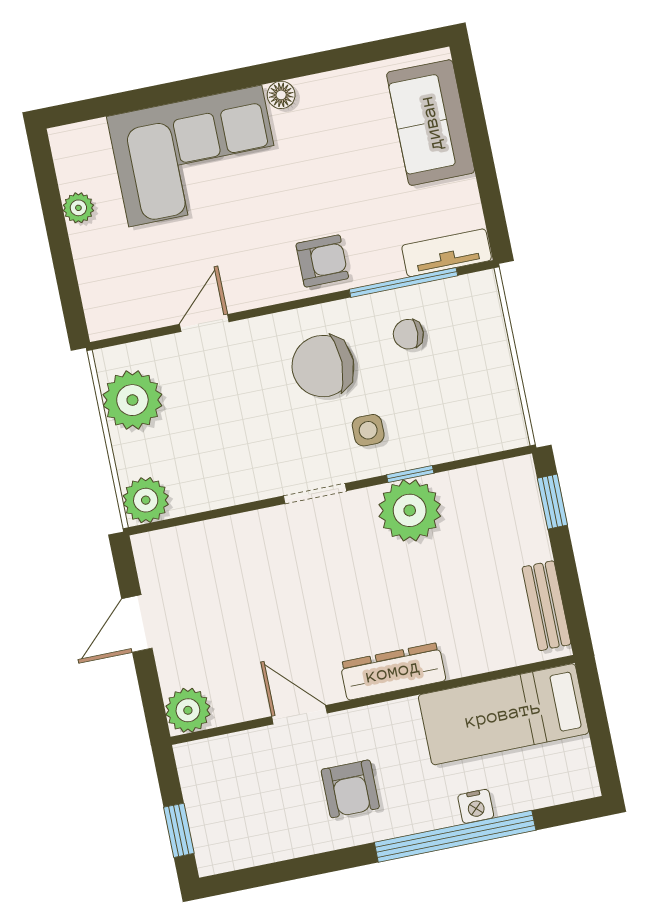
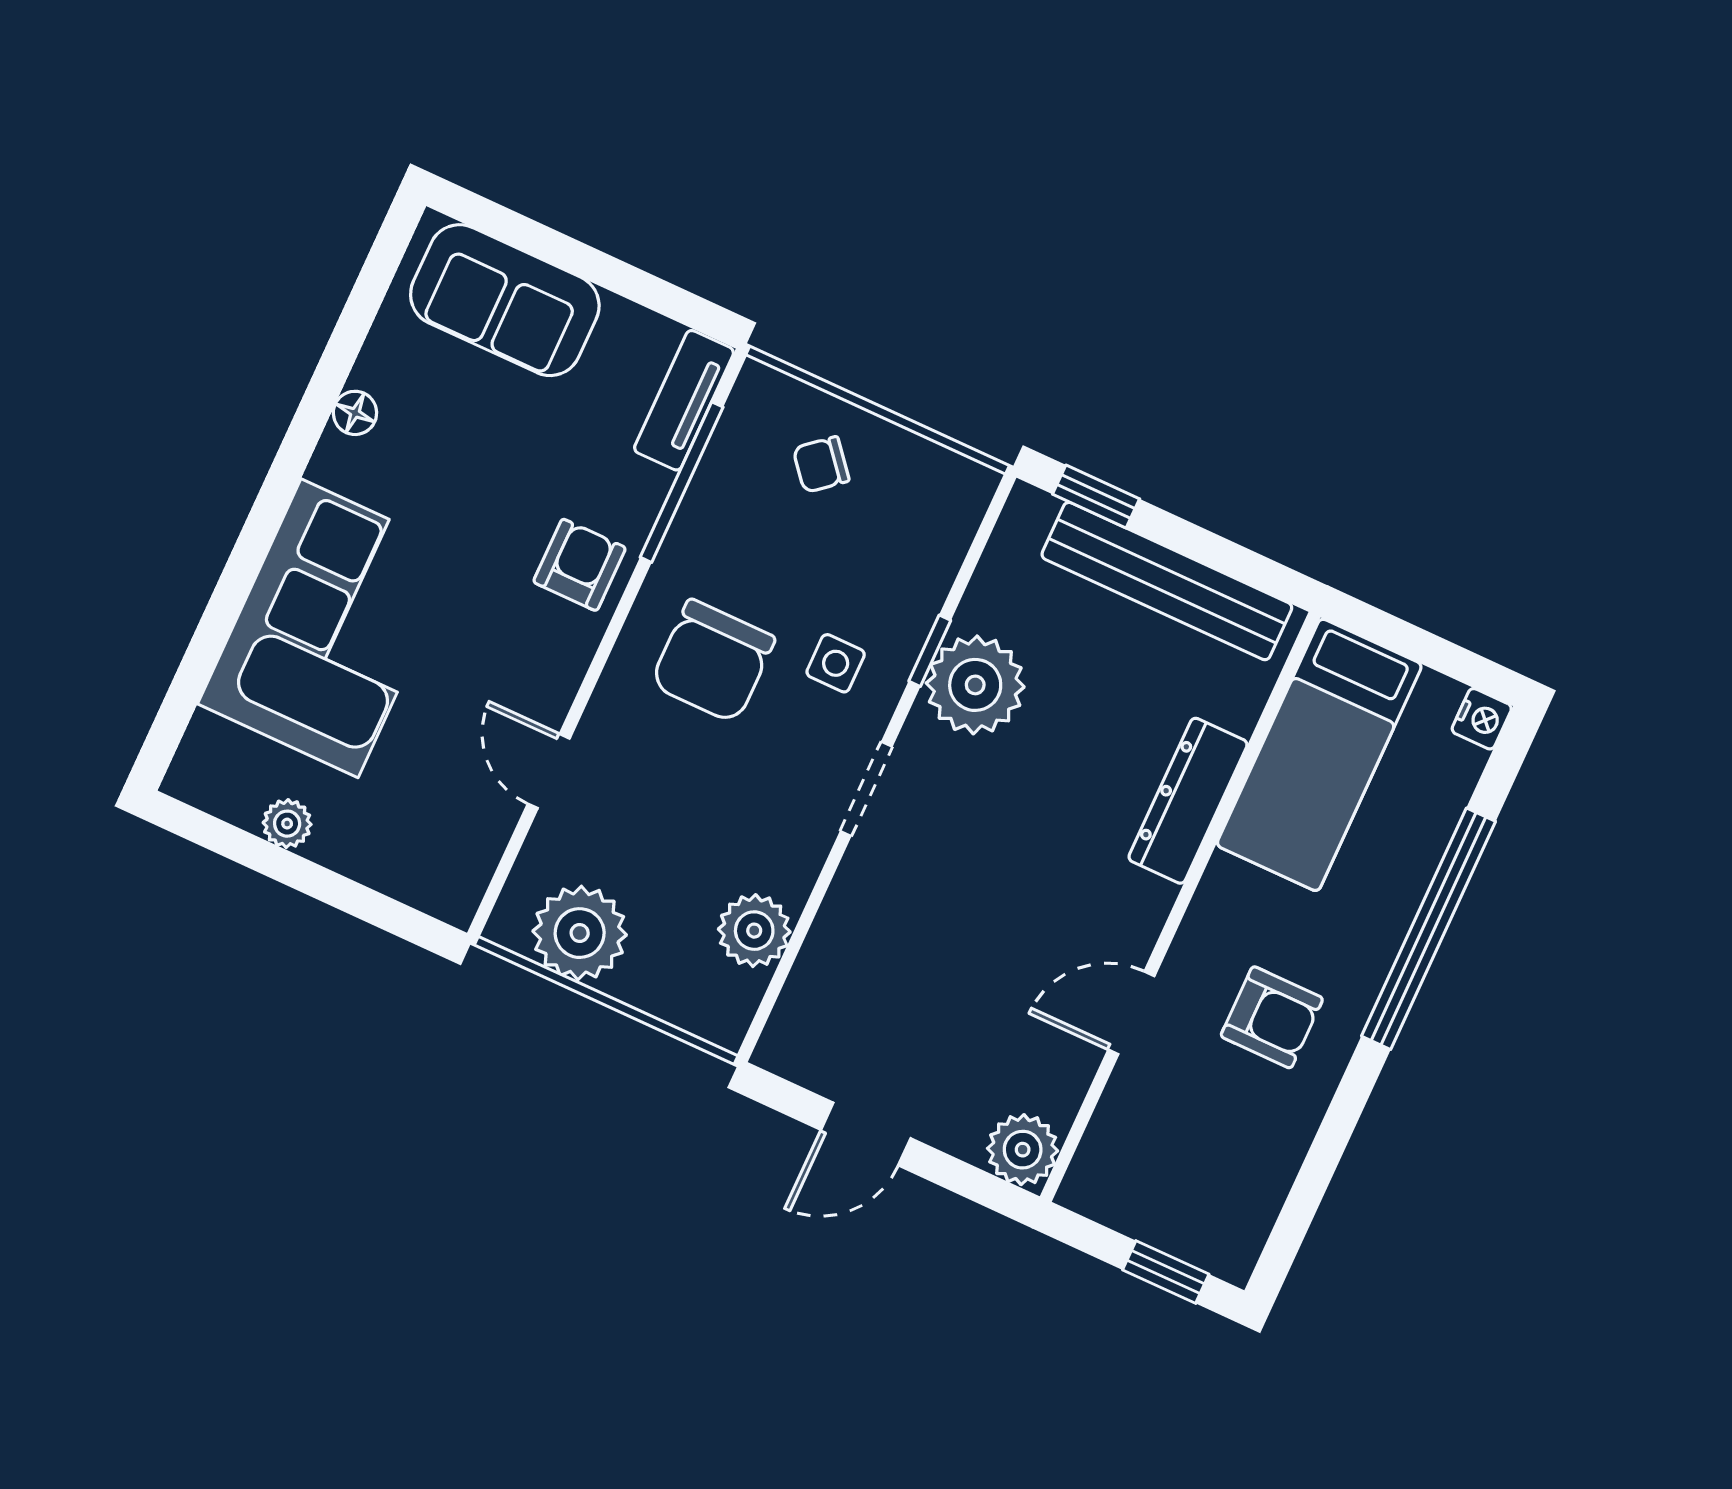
floor lamp: (281, 95) -> (355, 413), moved
chair: (408, 334) -> (821, 465), moved, turned 46
plant: (146, 500) -> (754, 931), moved
bench: (546, 606) -> (1167, 581), width x1.86, depth x1.21
door: (137, 624) -> (866, 1134), hinge flipped
dresser: (393, 671) -> (1188, 801), moved
nightstand: (476, 806) -> (1482, 719), moved

